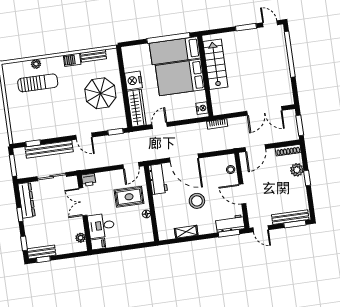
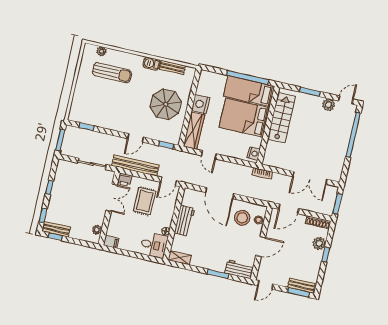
door: (270, 24) -> (346, 100), hinge flipped
window: (246, 27) -> (310, 92), moved
plant: (255, 35) -> (329, 105), added
plant: (36, 64) -> (102, 51), moved
door: (160, 126) -> (209, 155), swing flipped
door: (84, 136) -> (136, 138), hinge flipped
bench: (49, 149) -> (135, 165), moved
workbench: (158, 179) -> (185, 221), moved
door: (242, 194) -> (261, 246), swing flipped
rug: (129, 197) -> (145, 201), moved, turned 90
dresser: (27, 200) -> (61, 177), removed
stool: (197, 201) -> (242, 218), moved
double door: (83, 202) -> (112, 198), swing flipped
bench: (290, 217) -> (301, 286), width x0.73
desk: (101, 226) -> (154, 245), moved, turned 180
door: (261, 229) -> (265, 285), hinge flipped
shelving: (186, 232) -> (180, 258), moved
window: (229, 233) -> (218, 274), moved

